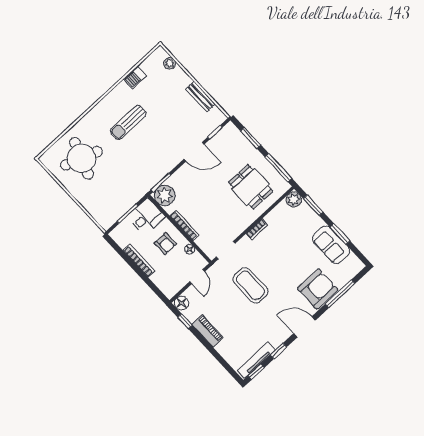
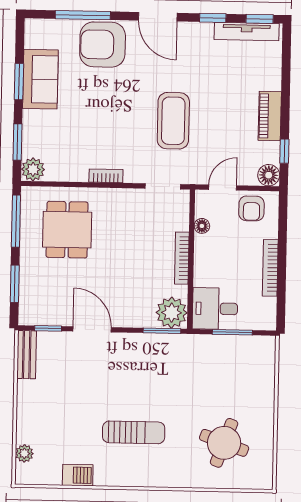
bench: (200, 97) -> (27, 355), moved
round table: (81, 158) -> (224, 443), width x0.73, depth x0.73
armchair: (165, 244) -> (251, 208), moved, turned 180

